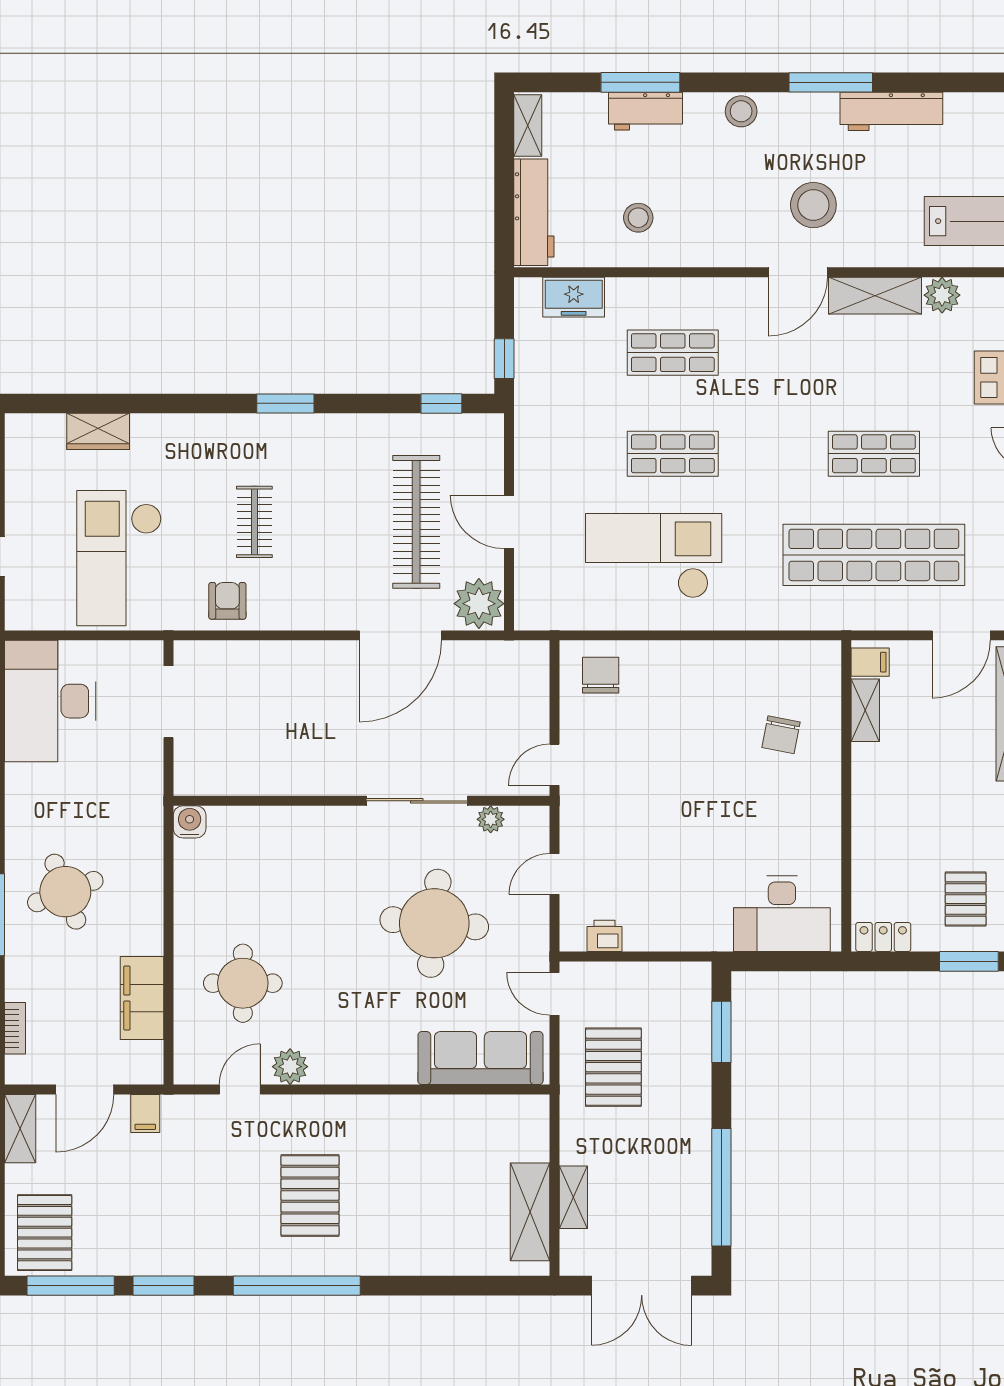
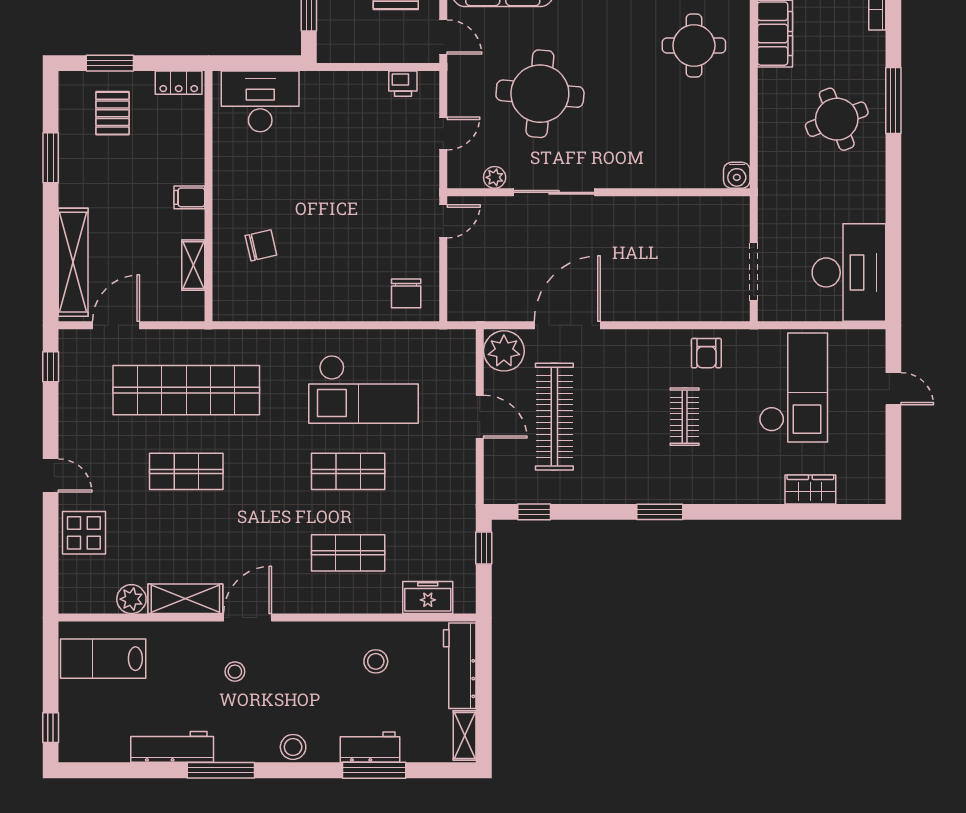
stool: (813, 205) -> (235, 672), width x0.53, depth x0.53
filing cabinet: (870, 662) -> (189, 197), moved
chair: (781, 735) -> (261, 245), turned 66

